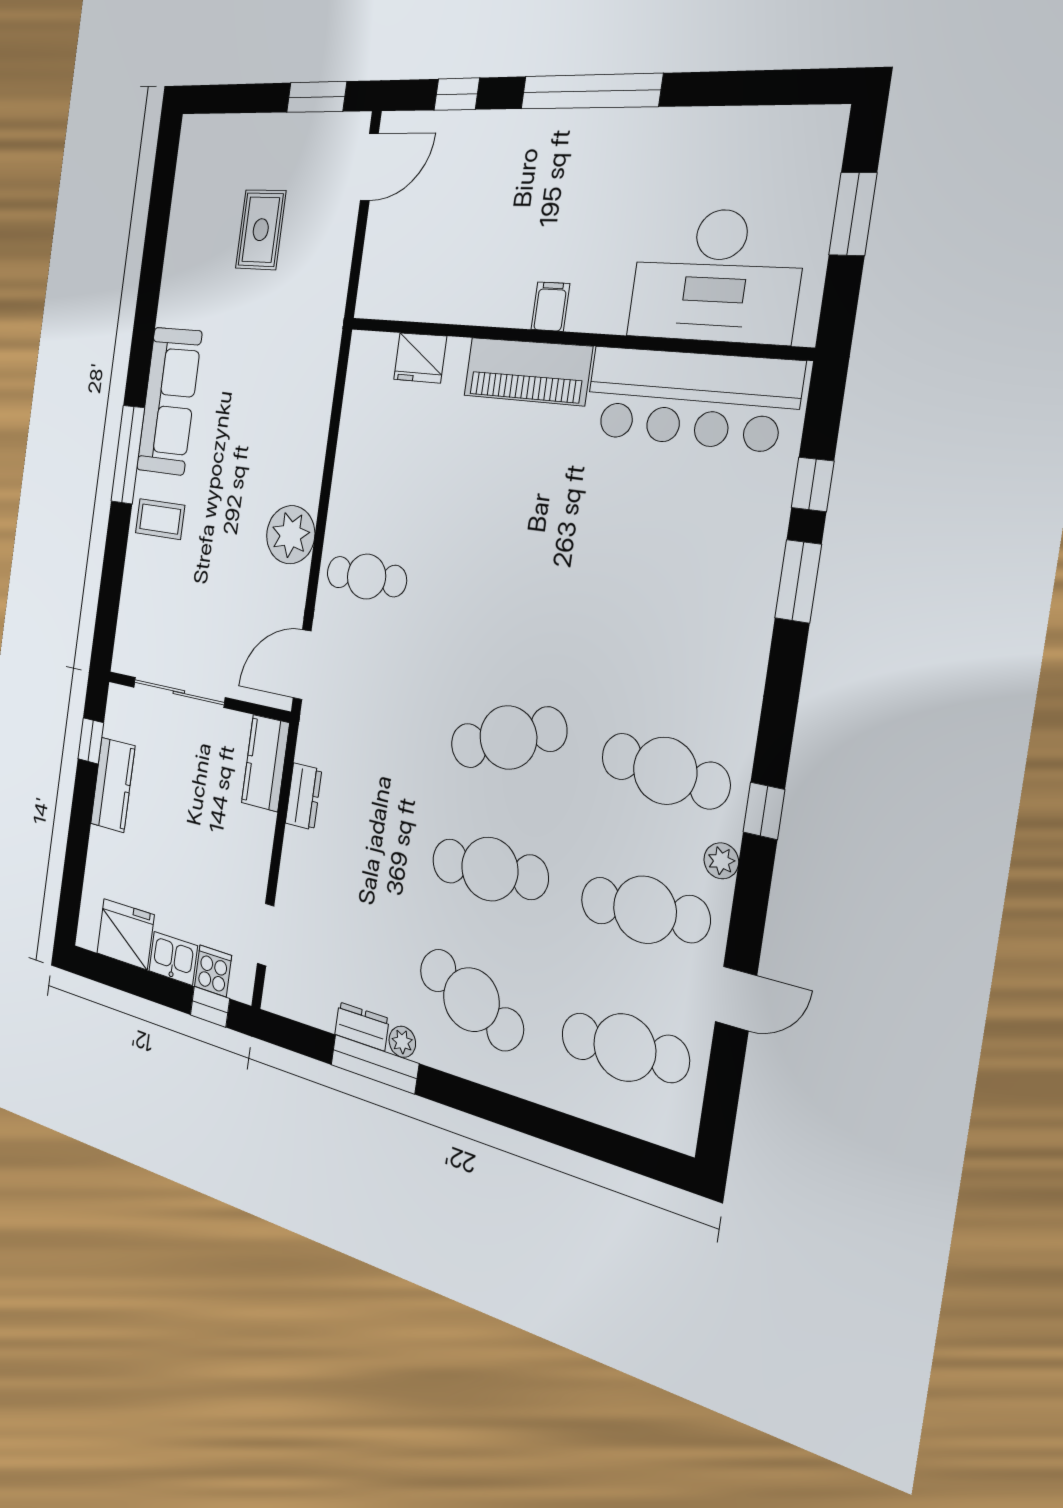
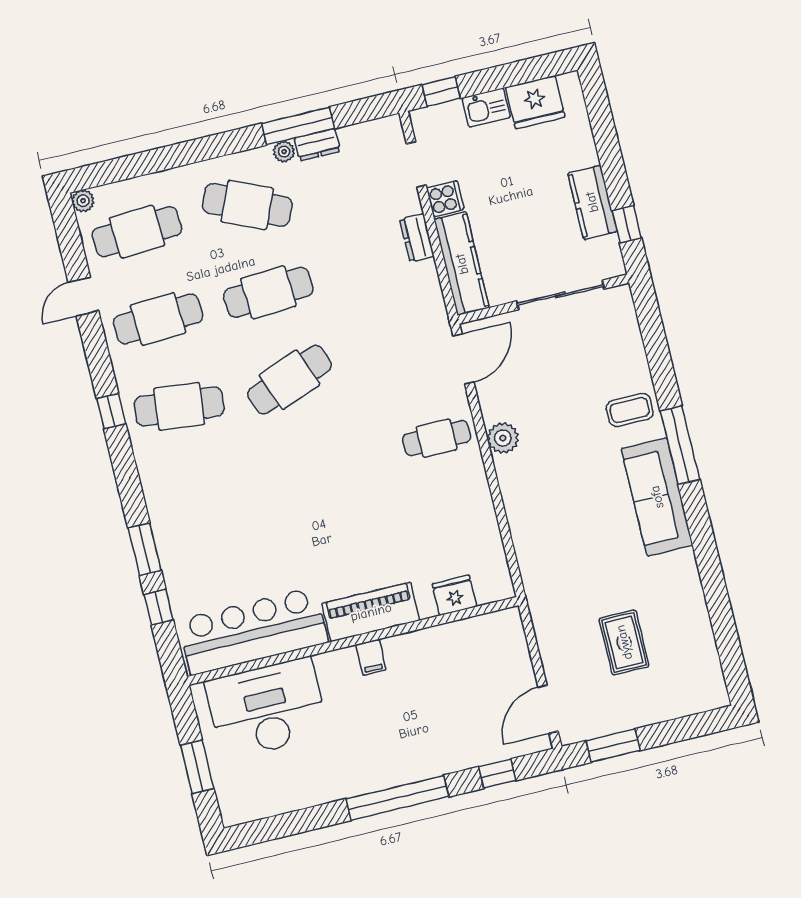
plant: (291, 535) -> (503, 438), width x0.73, depth x0.73
kitchen counter: (265, 763) -> (462, 264), width x1.50
dresser: (304, 796) -> (417, 238), moved
plant: (721, 861) -> (83, 201), moved
cooker: (213, 971) -> (445, 199), moved, turned -90

